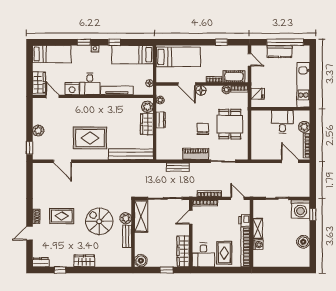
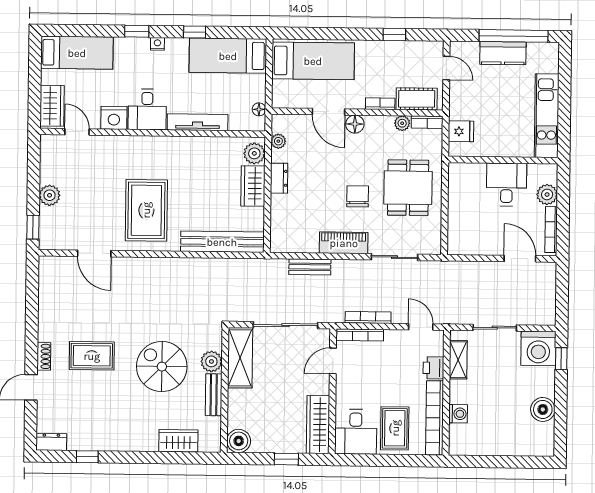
rug: (90, 138) -> (146, 210), turned 90
shelving: (258, 229) -> (458, 360), moved
wardrobe: (84, 261) -> (178, 441), moved

